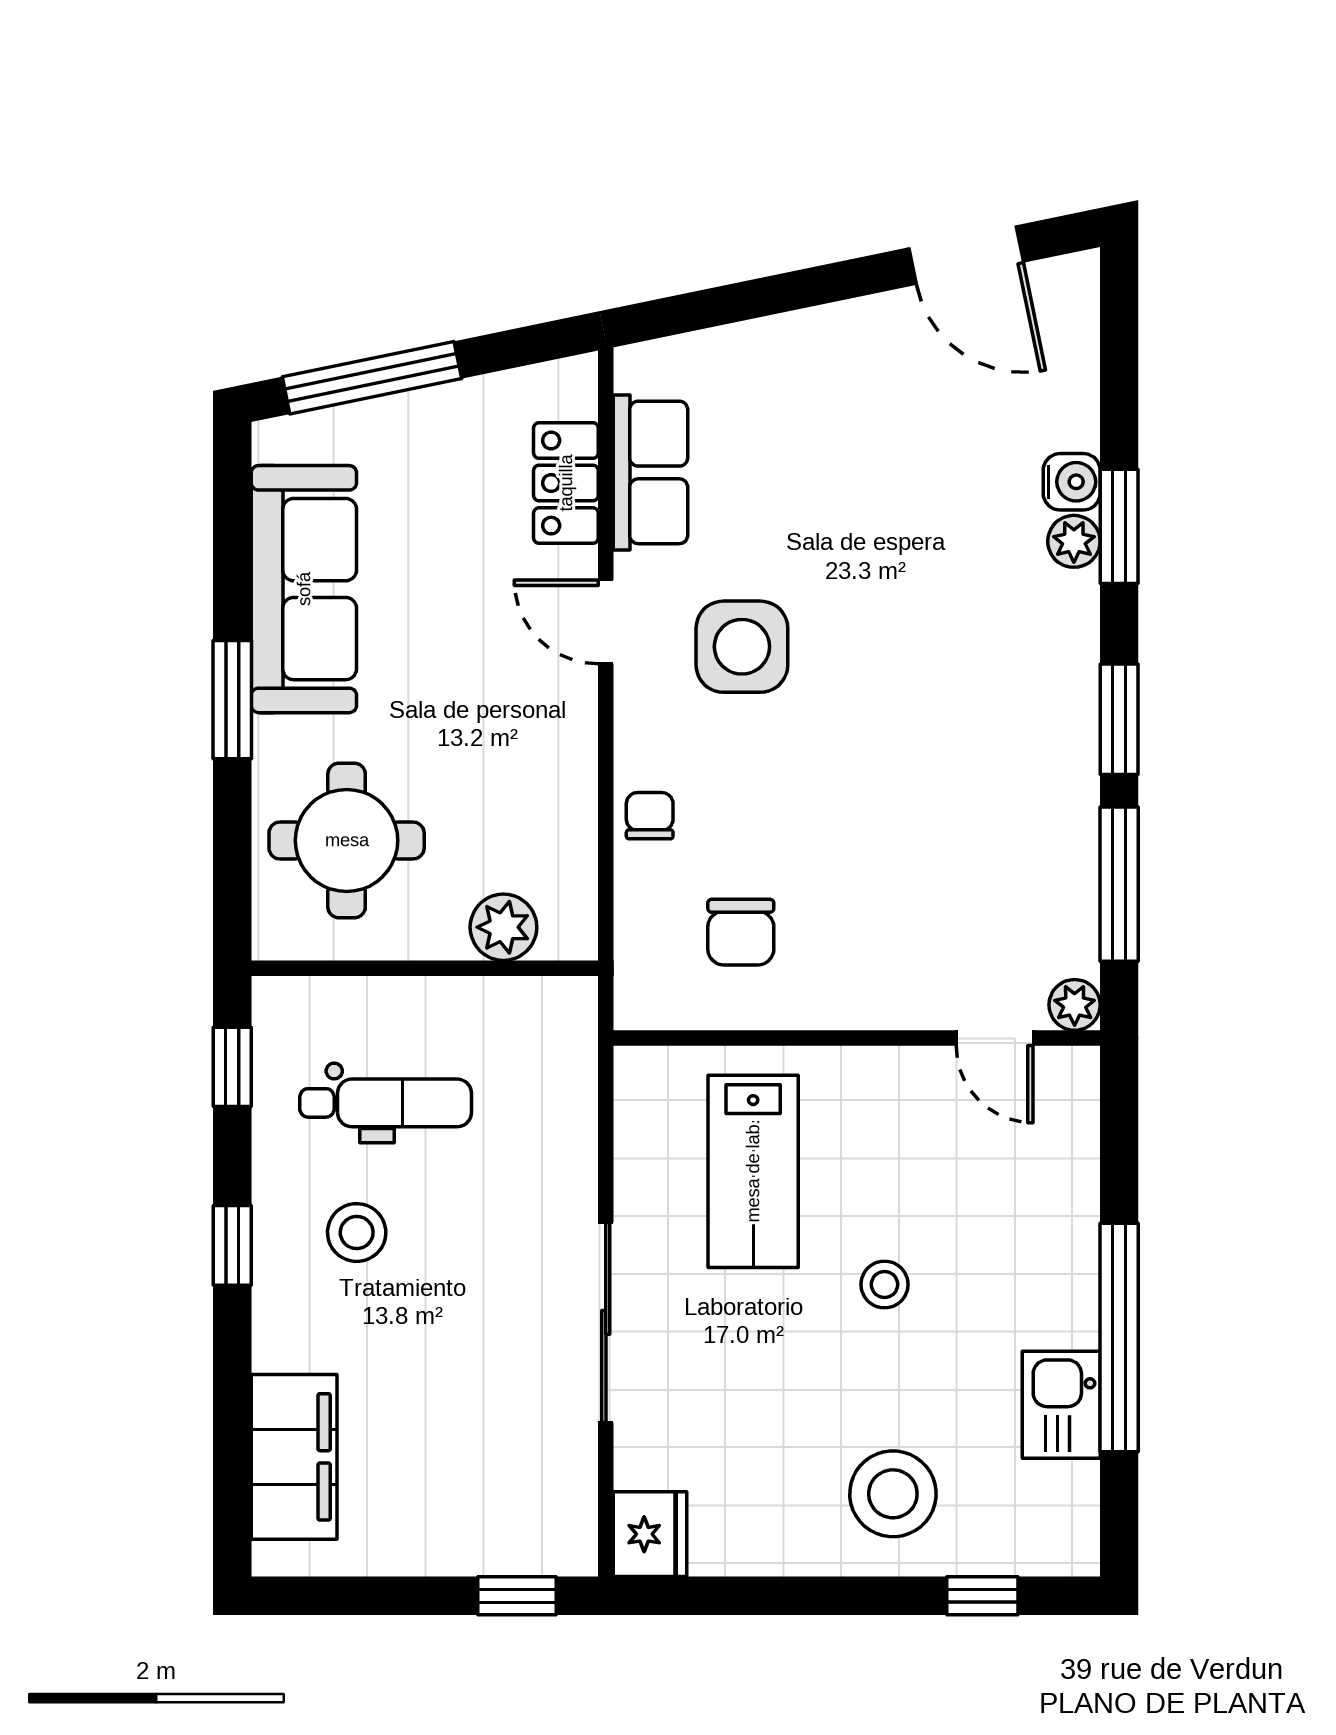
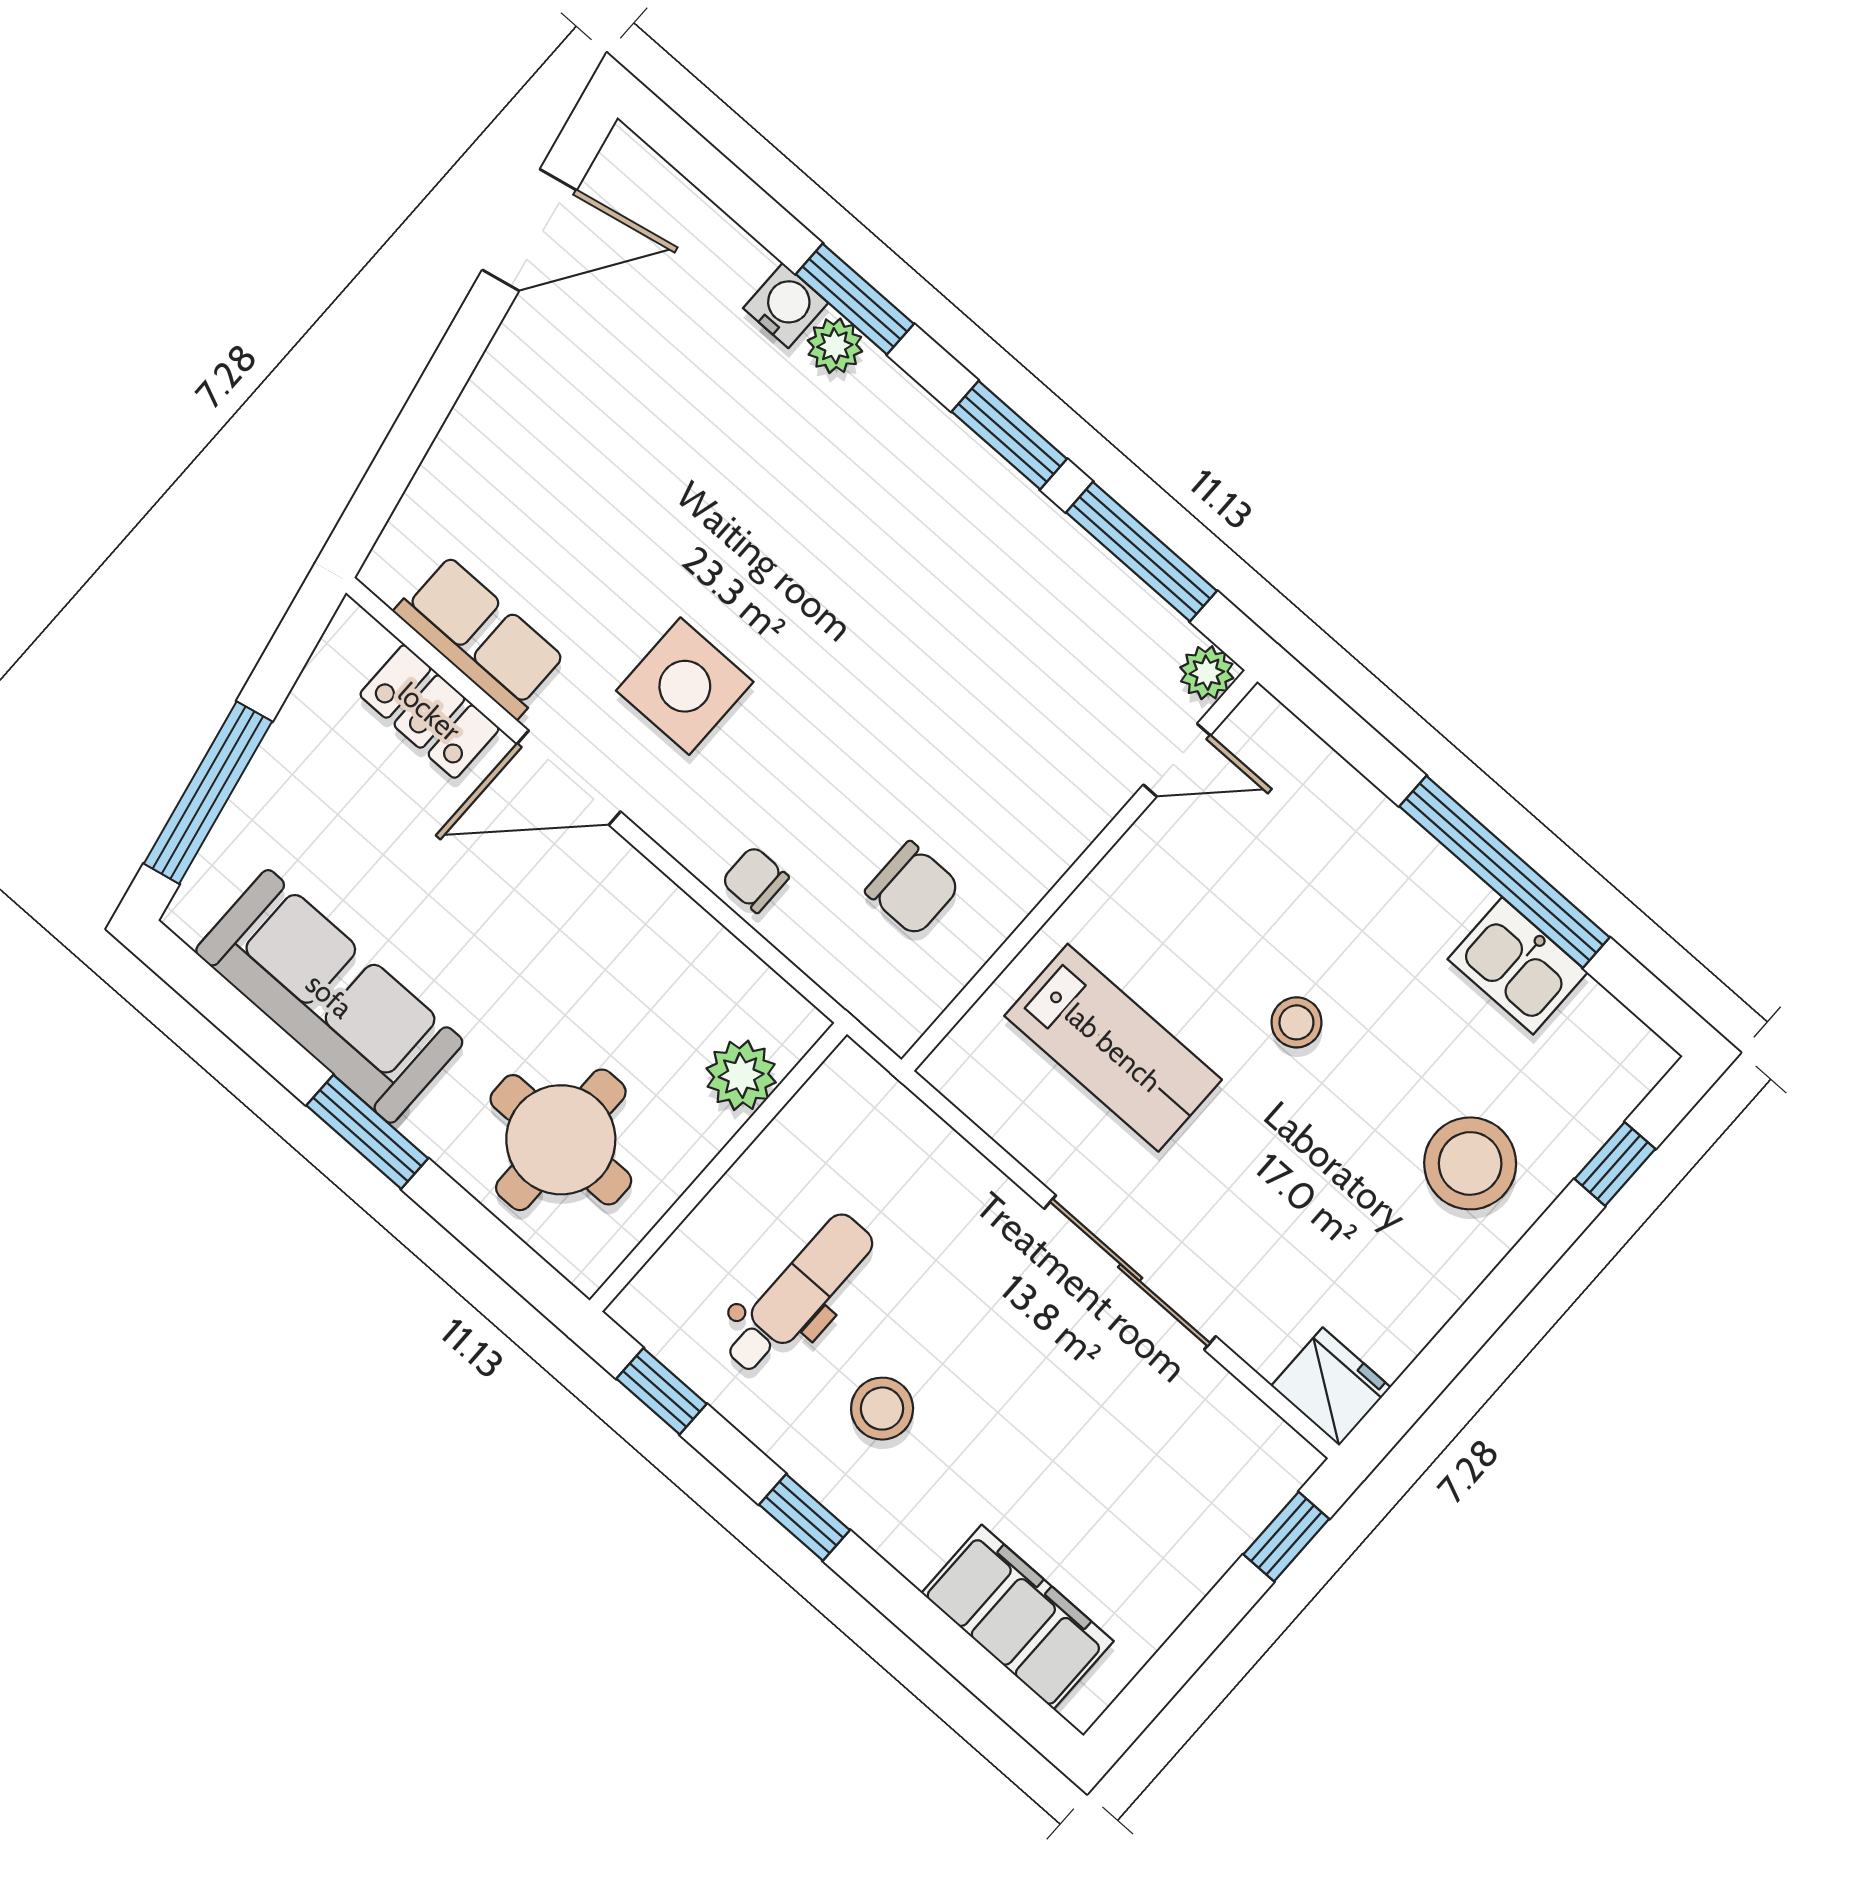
door: (606, 622) -> (569, 778), width x1.38

